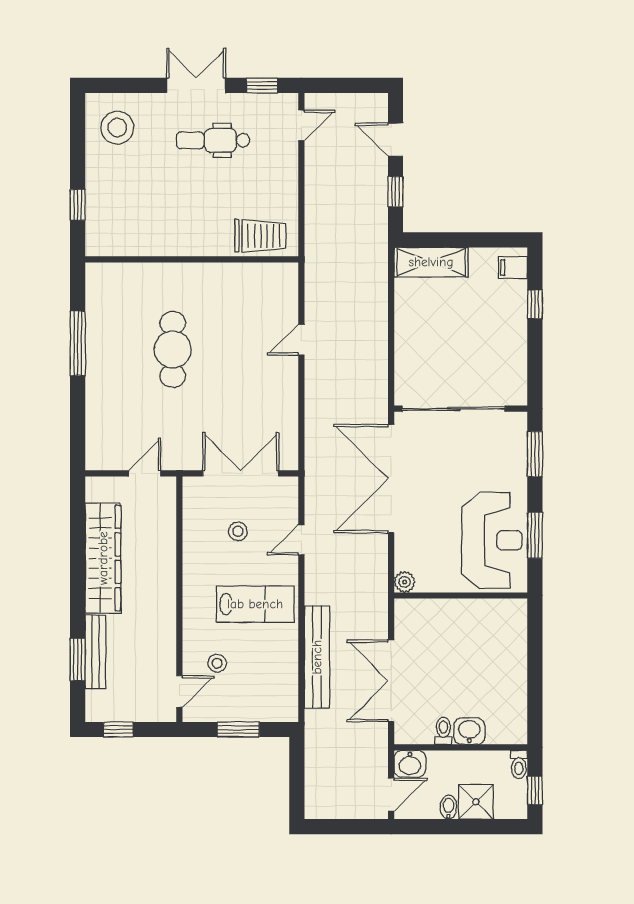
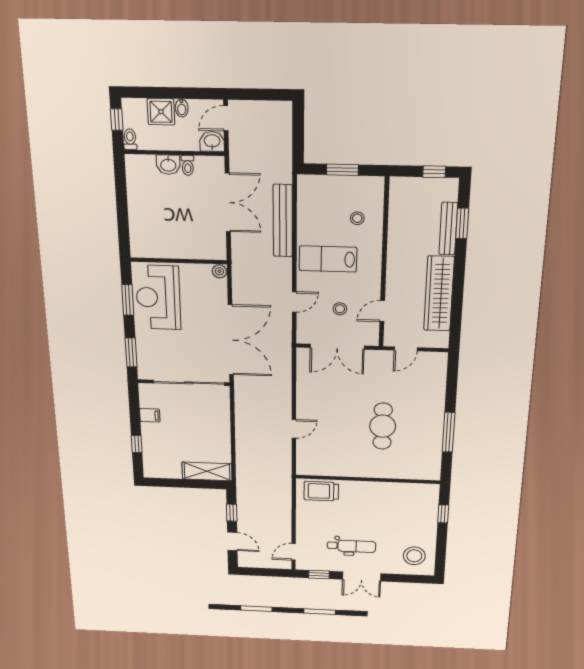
filing cabinet: (513, 268) -> (150, 415), moved
door: (179, 692) -> (382, 311), moved

